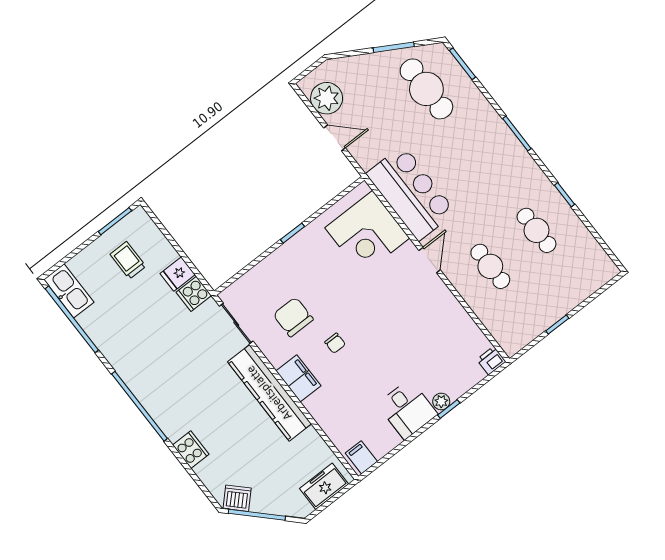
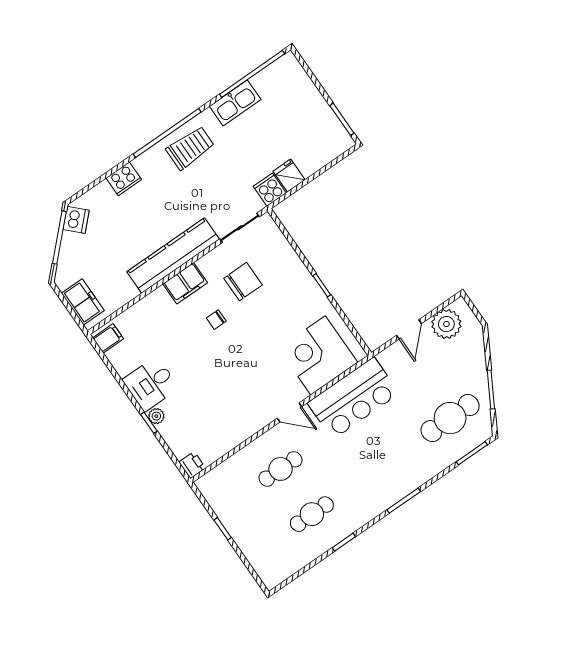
trolley: (128, 260) -> (190, 148), moved, width x1.36, depth x1.39
kitchen sink: (69, 291) -> (235, 103), moved

